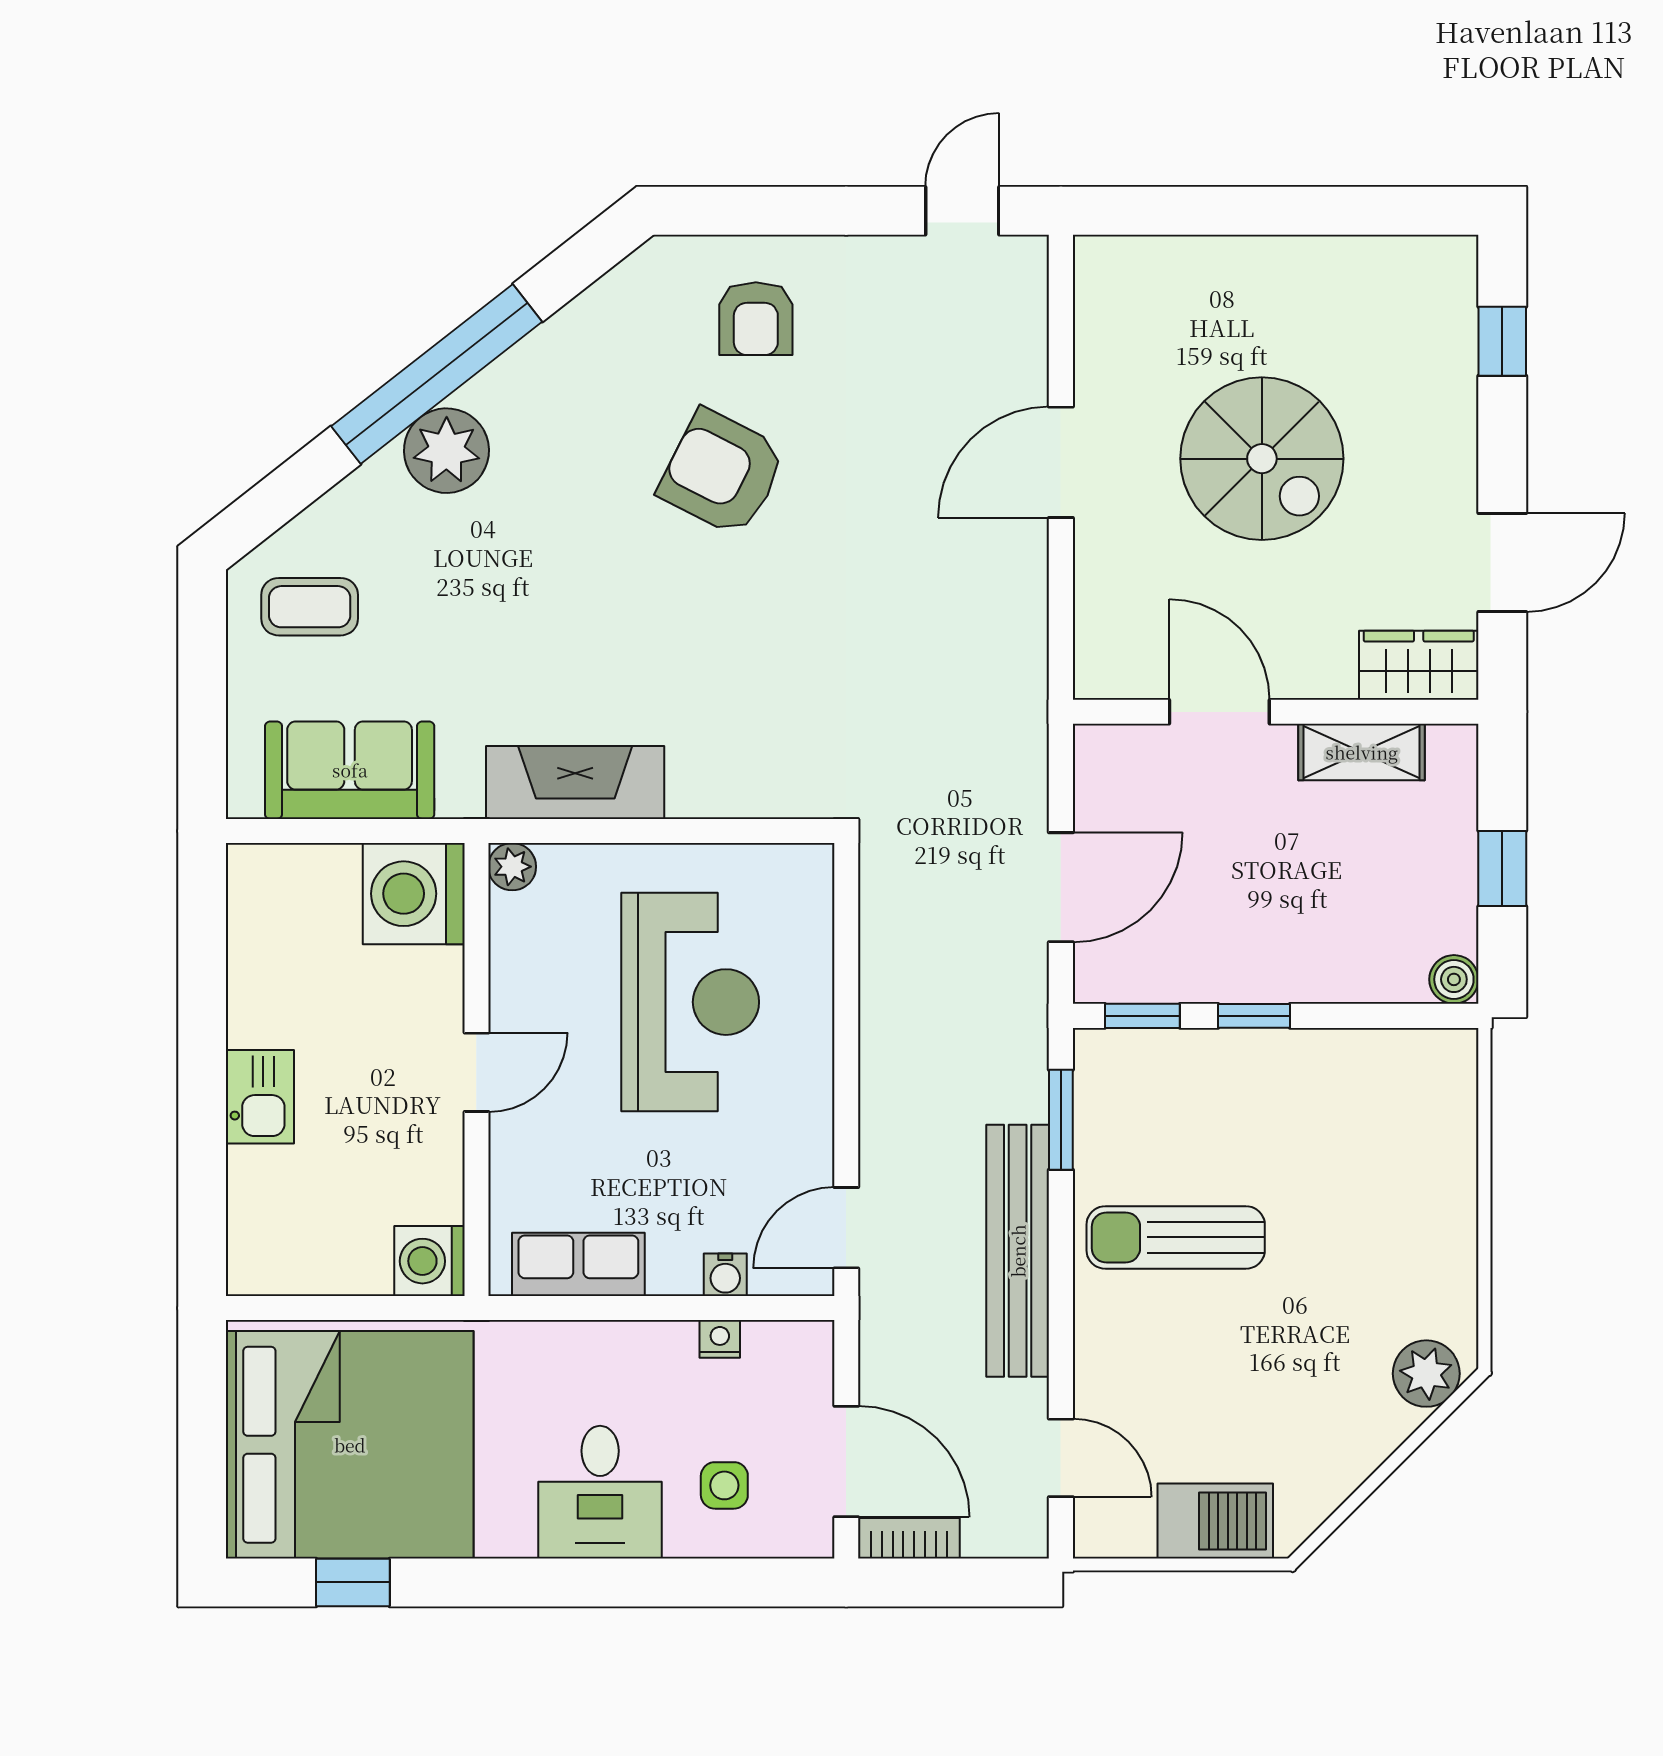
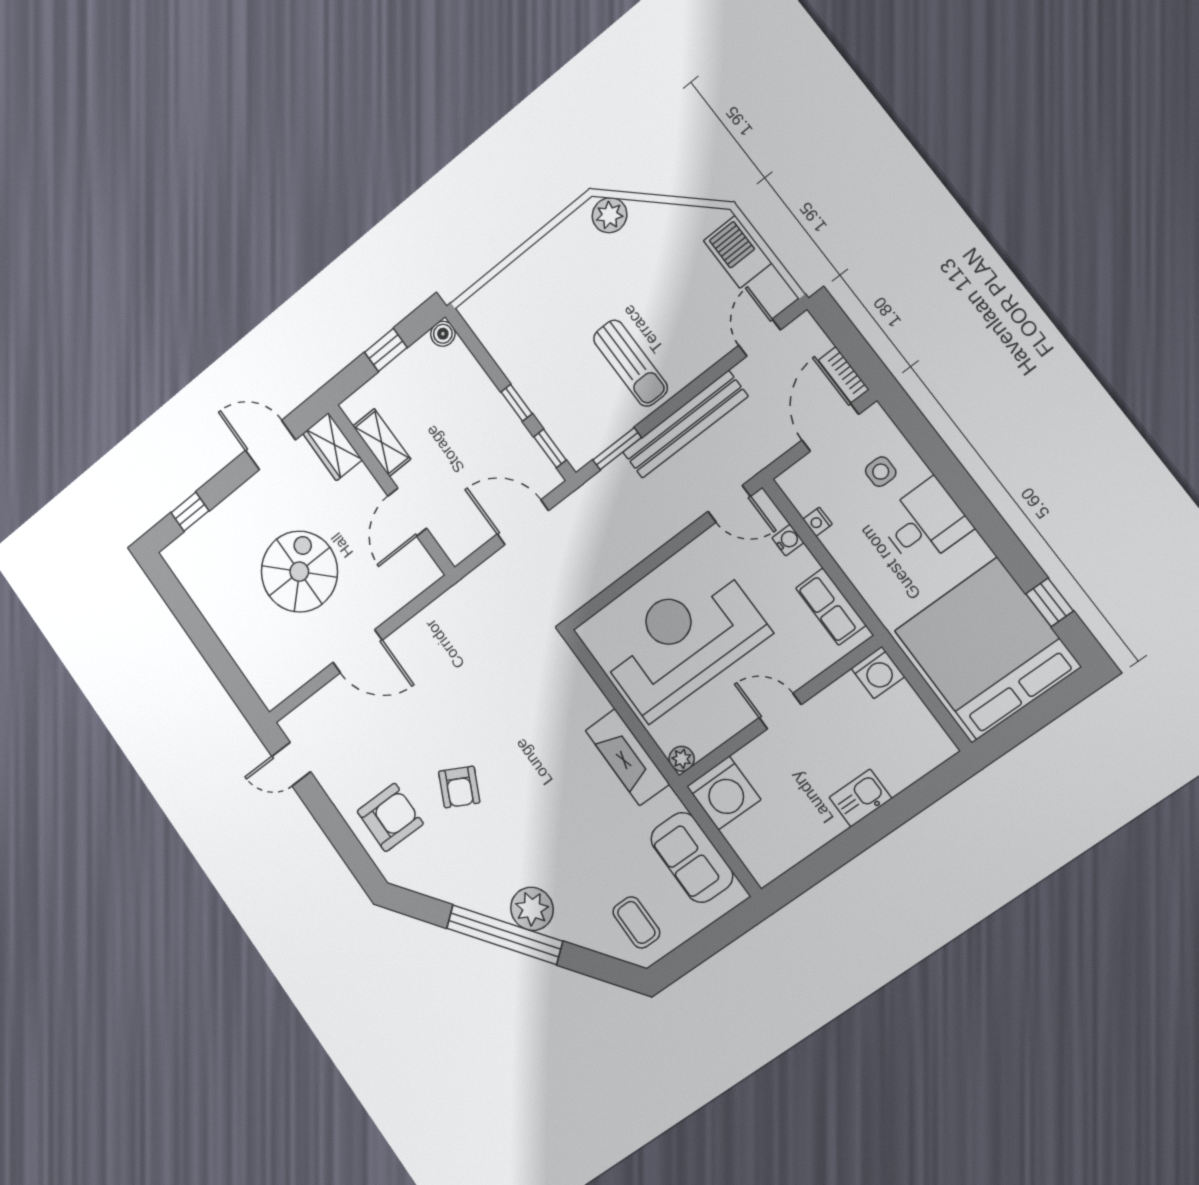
armchair: (756, 319) -> (390, 817), width x1.38, depth x1.38
armchair: (722, 473) -> (459, 787), width x0.72, depth x0.72
reception desk: (690, 1002) -> (683, 641), width x1.36, depth x1.30

